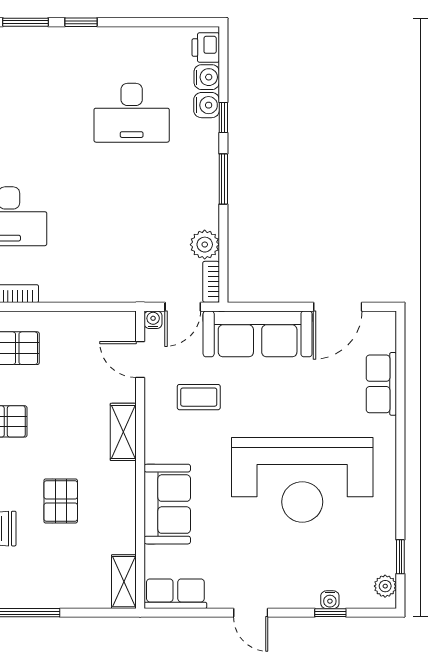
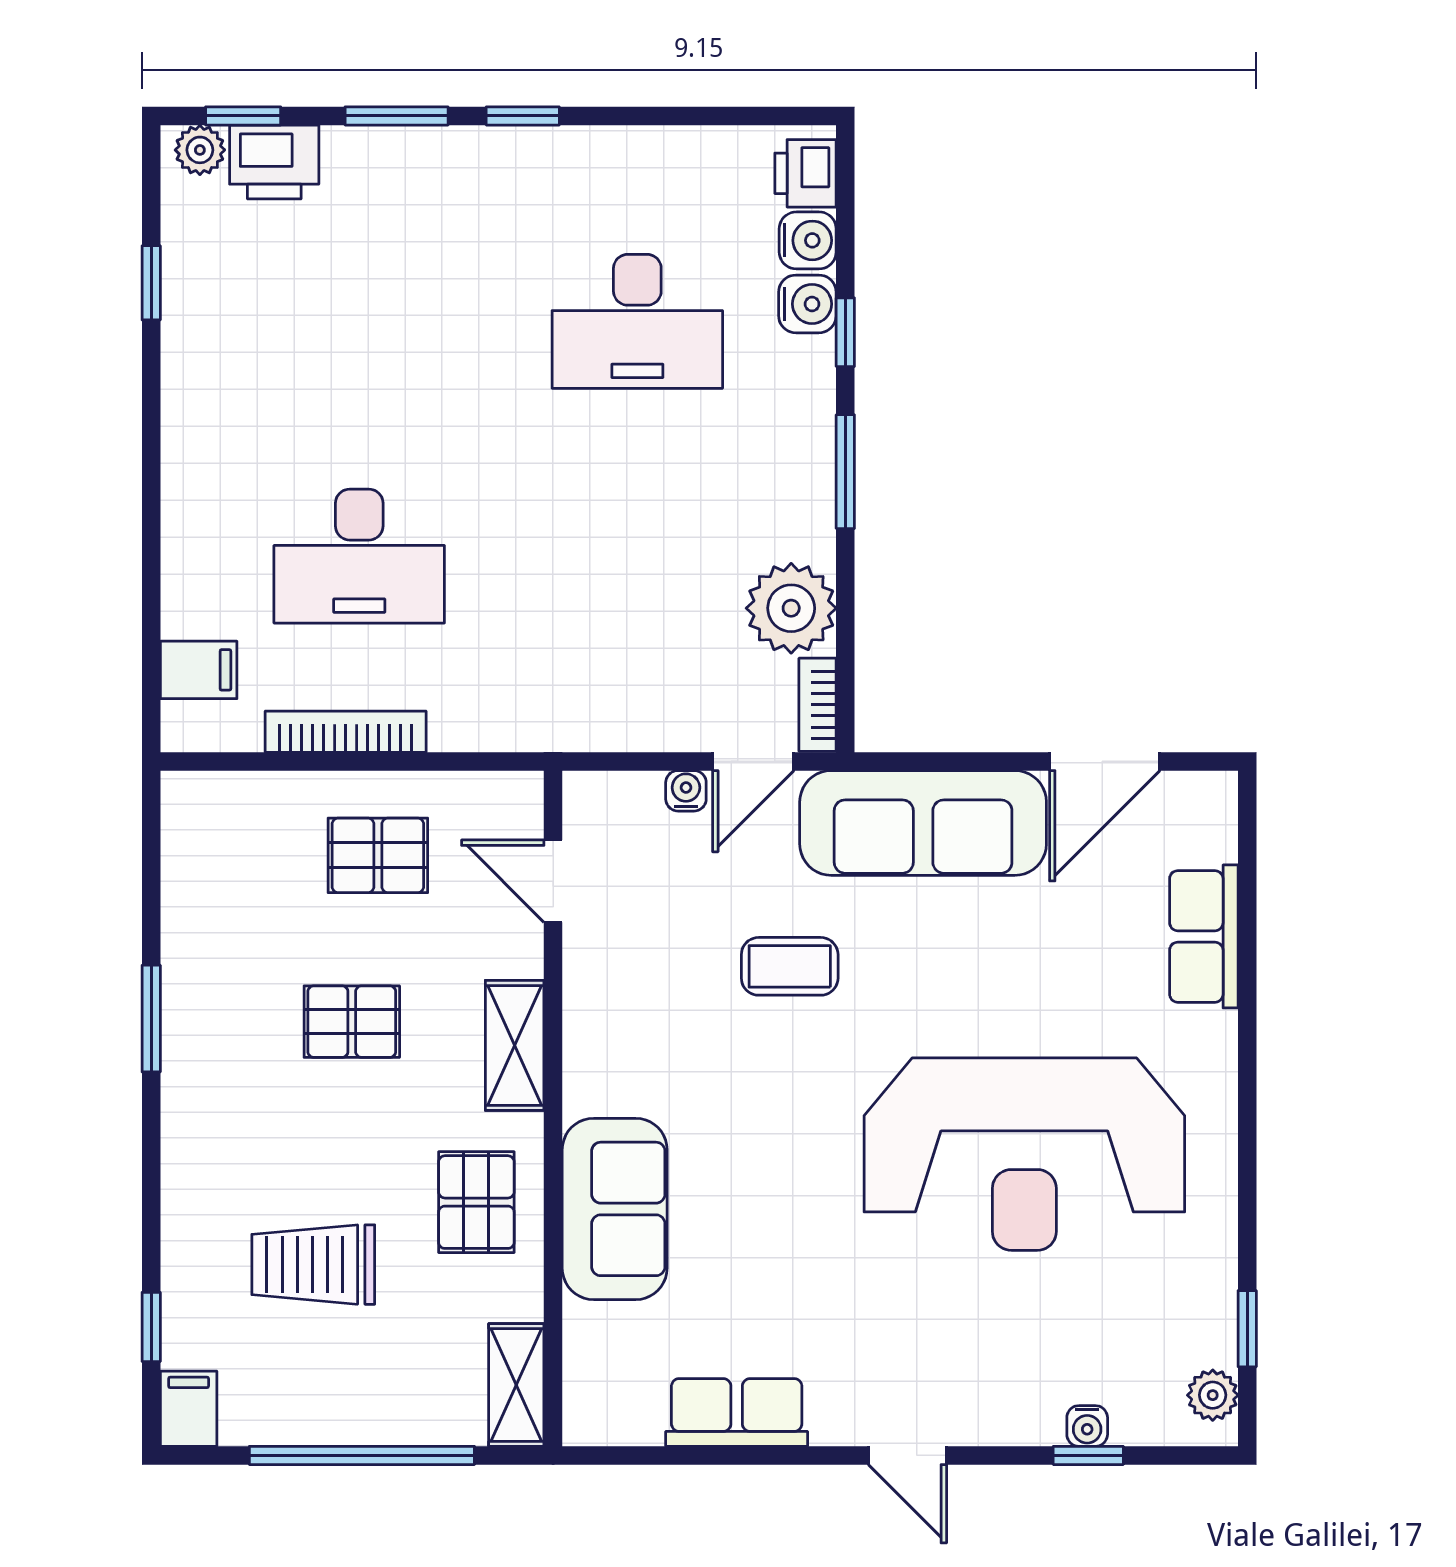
plant: (205, 245) -> (791, 608), width x1.36, depth x1.36
door: (140, 360) -> (553, 881), moved
shelving: (123, 432) -> (515, 1045), moved
wall: (140, 460) -> (553, 1108), moved
sofa: (167, 504) -> (615, 1209), moved
shelving: (124, 582) -> (516, 1385), moved

